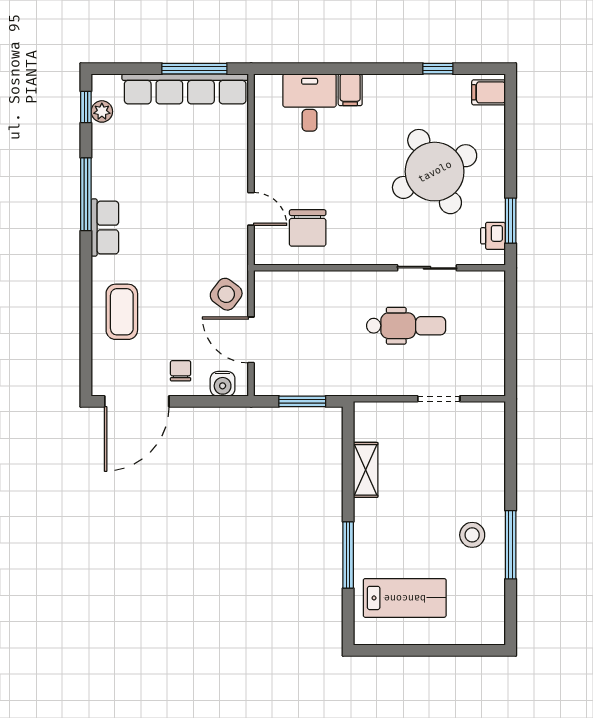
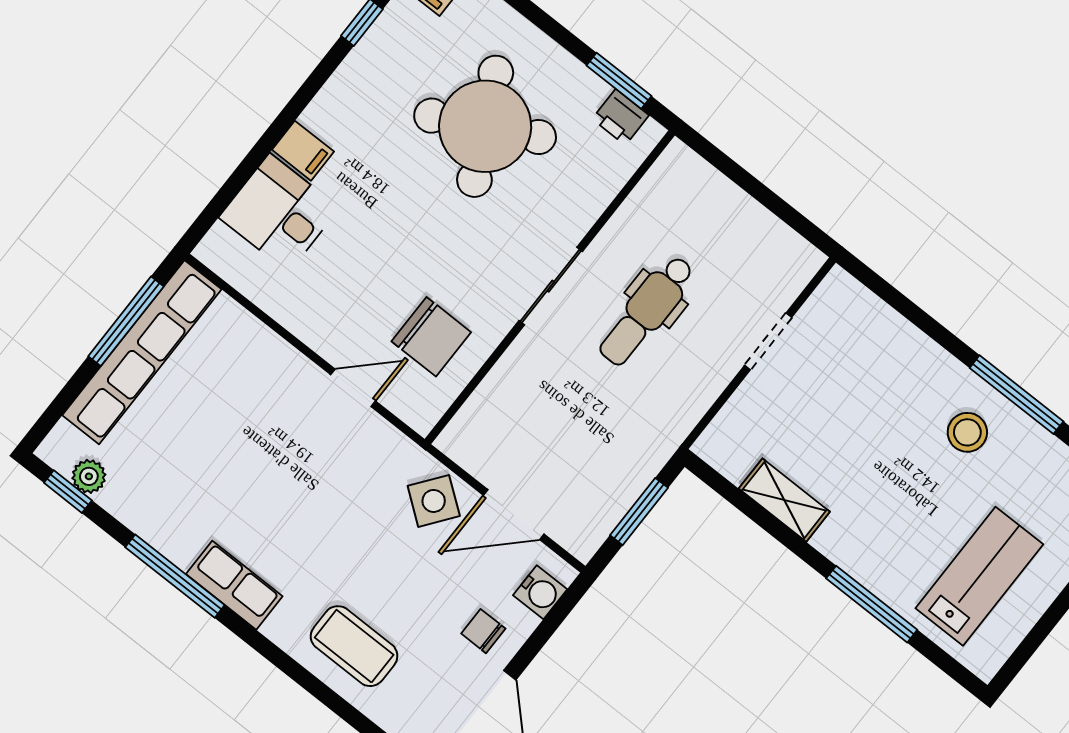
sliding door: (427, 268) -> (551, 286), moved
dental chair: (406, 326) -> (647, 311), turned 180

